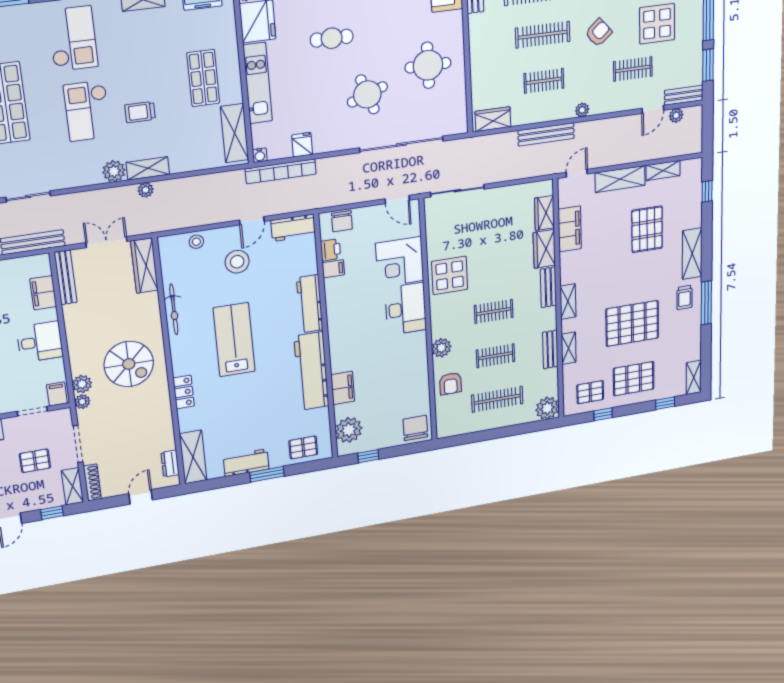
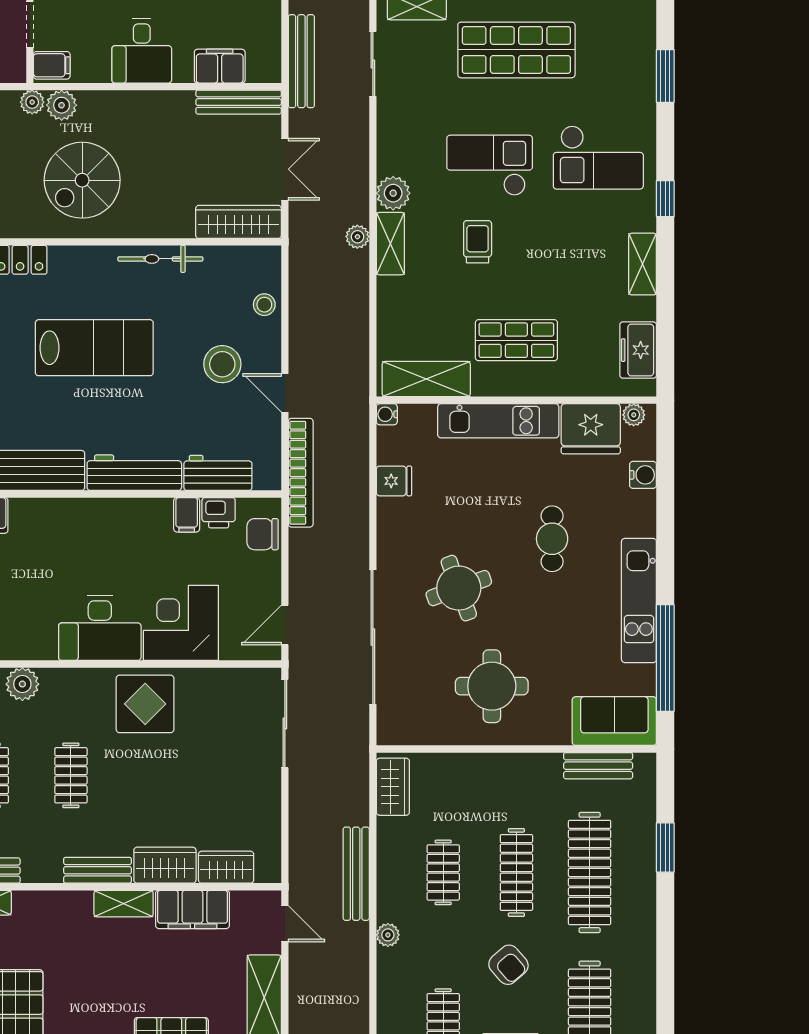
bookcase: (281, 171) -> (301, 473), moved, turned 180
workbench: (293, 228) -> (218, 473), moved, turned 90
shelving: (568, 302) -> (124, 904), moved

